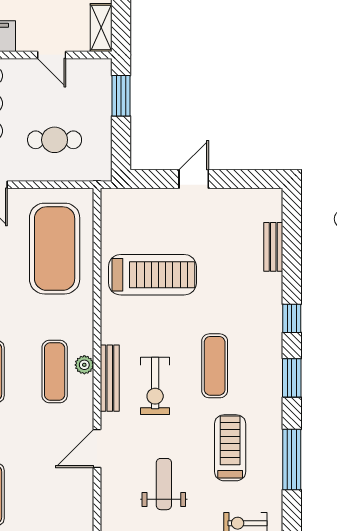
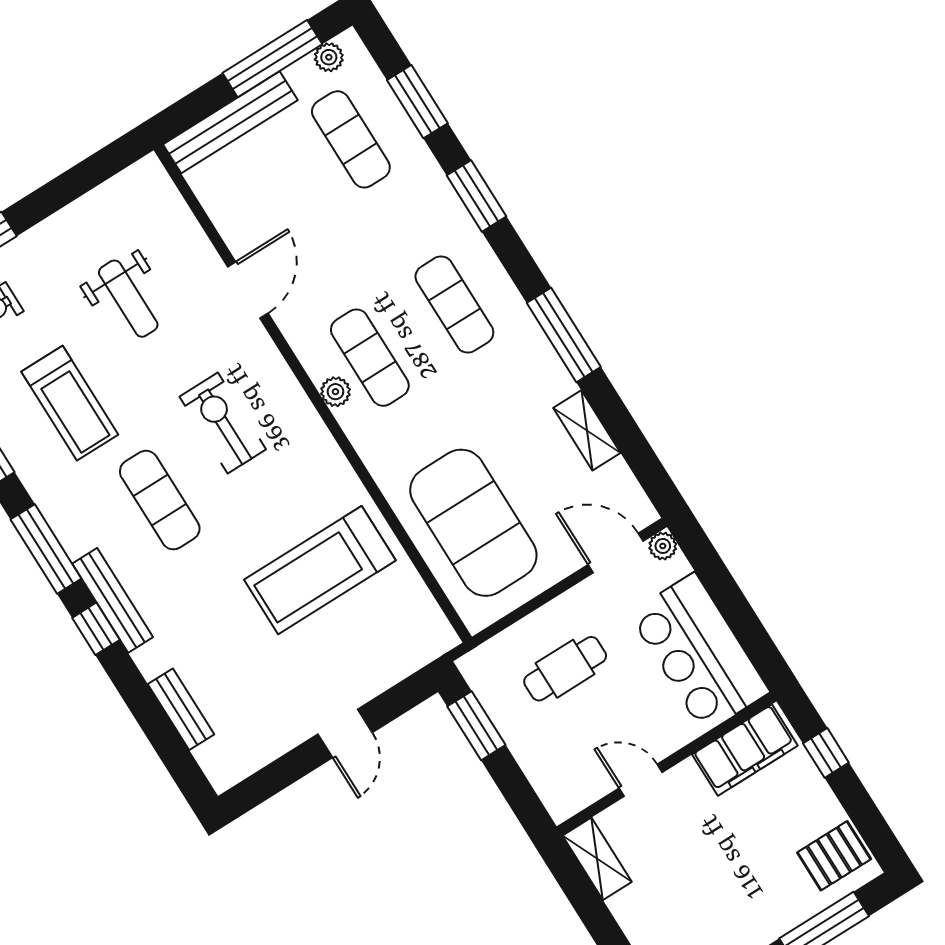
window: (121, 96) -> (476, 726), moved
bench: (110, 378) -> (113, 600), moved
window: (292, 378) -> (46, 549), width x1.44

